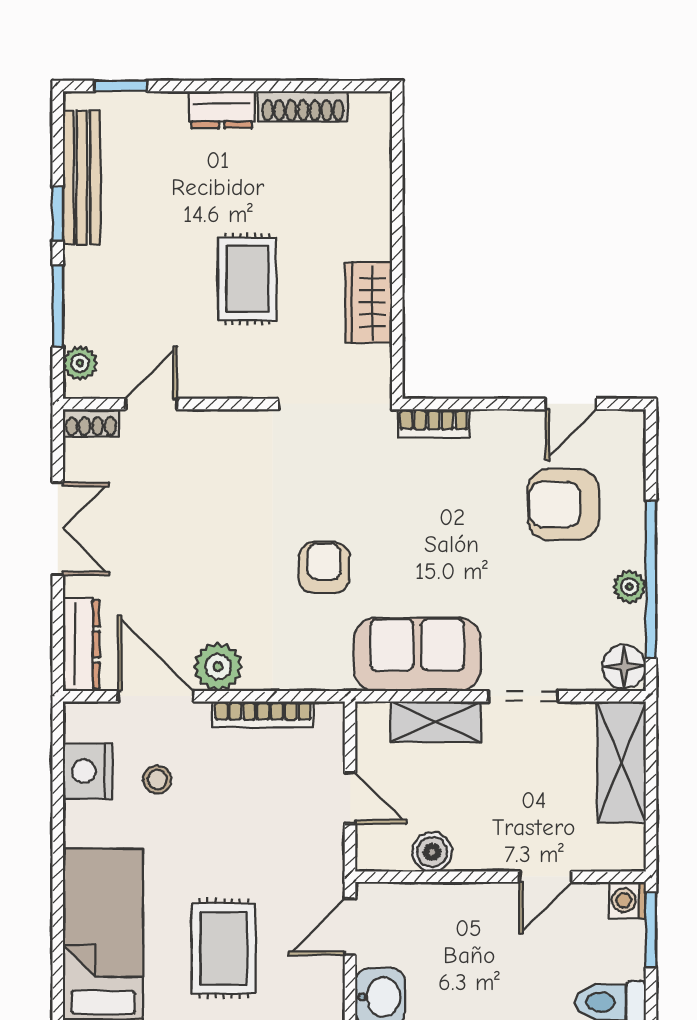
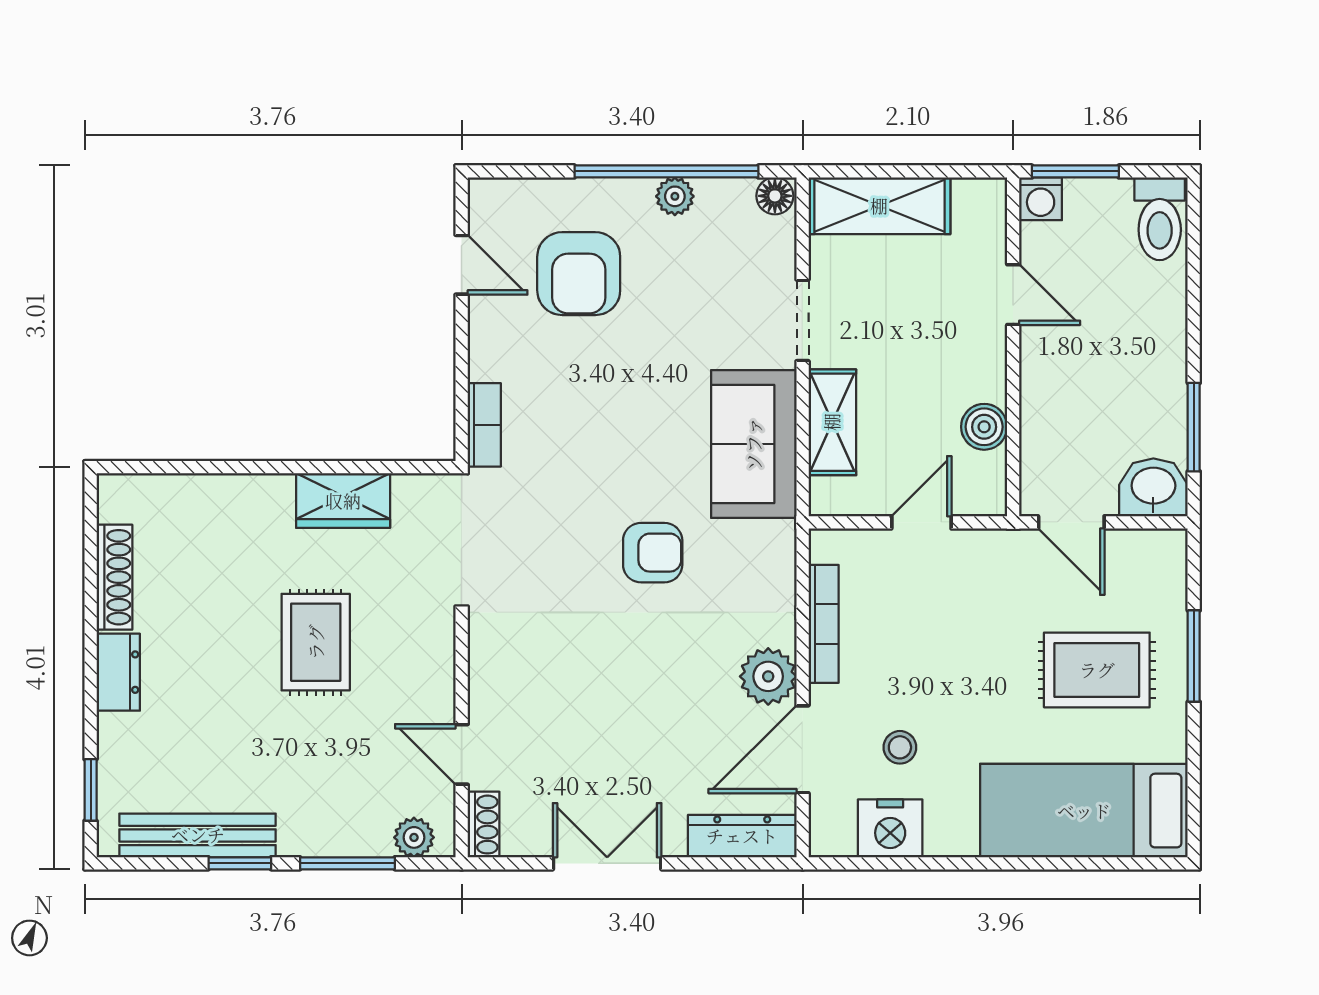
rug: (247, 279) -> (316, 642), turned 90
armchair: (324, 568) -> (653, 553), turned 180
floor lamp: (624, 667) -> (775, 196), width x0.73, depth x0.73

